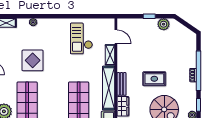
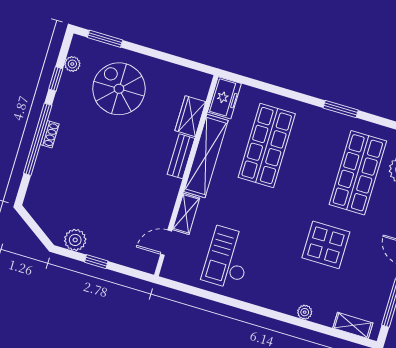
door: (116, 37) -> (166, 243), hinge flipped
checkout: (81, 38) -> (228, 258), turned 180
rug: (154, 79) -> (120, 148), removed

